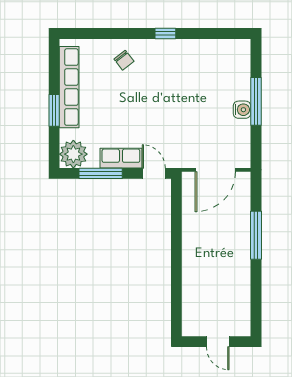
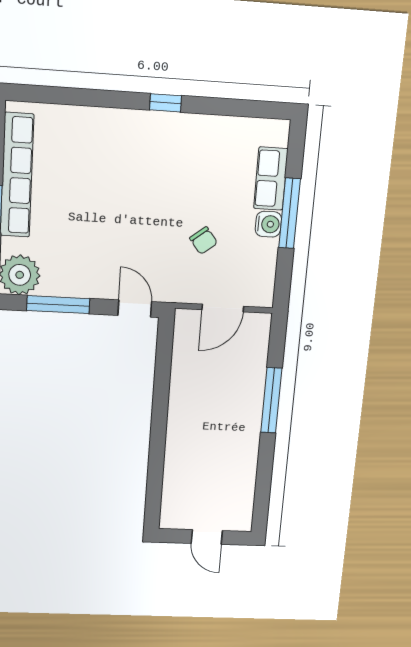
chair: (124, 60) -> (204, 241), moved
row of seats: (121, 158) -> (271, 179), moved, turned -90
door: (215, 170) -> (223, 308), width x0.73

